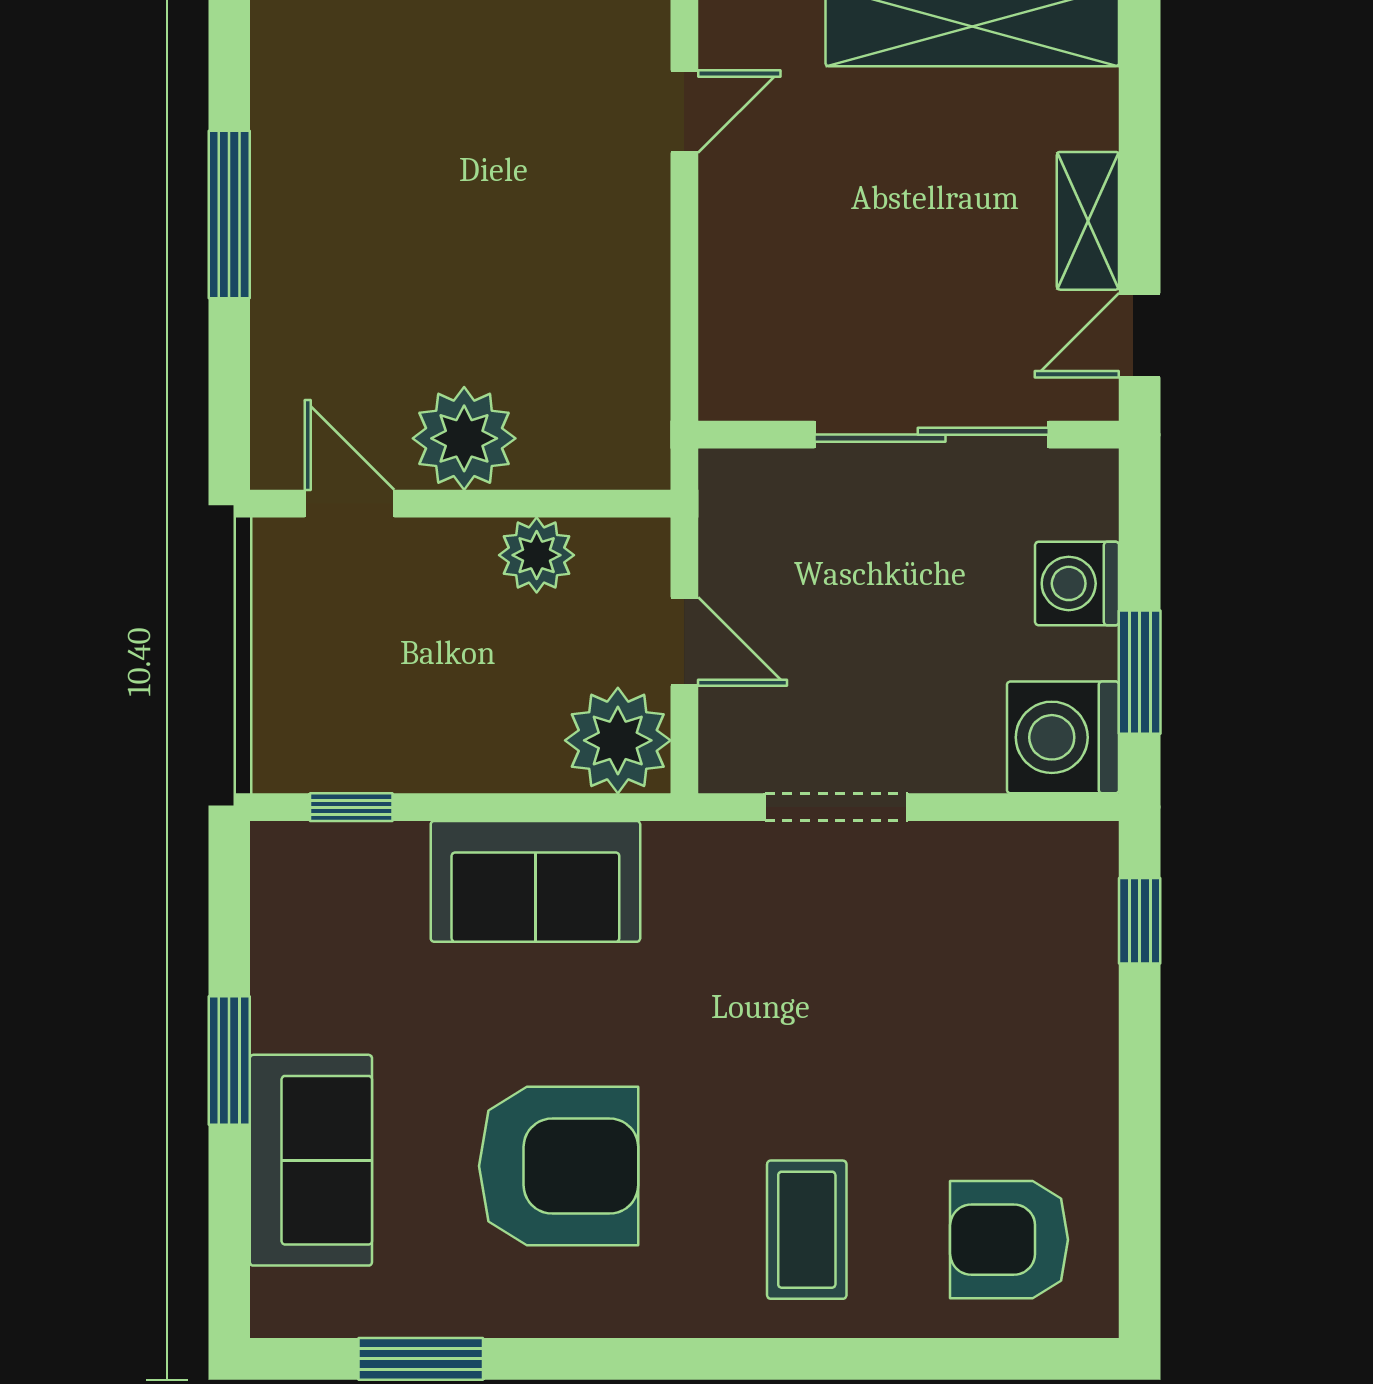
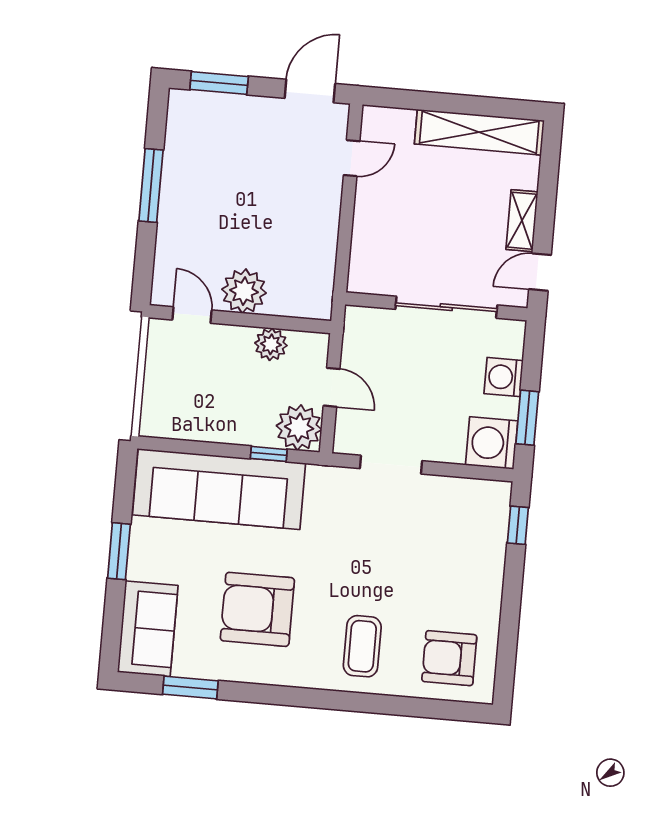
window: (351, 807) -> (269, 454), moved
sofa: (535, 881) -> (219, 489), width x1.85, depth x1.27
sofa: (311, 1160) -> (148, 629), moved
armchair: (559, 1166) -> (257, 609), turned 180

